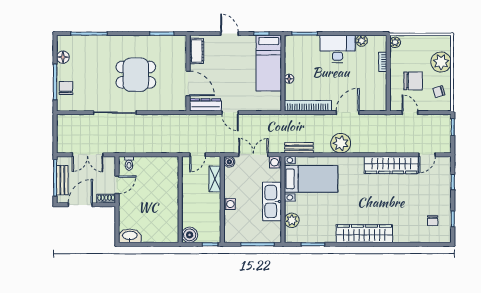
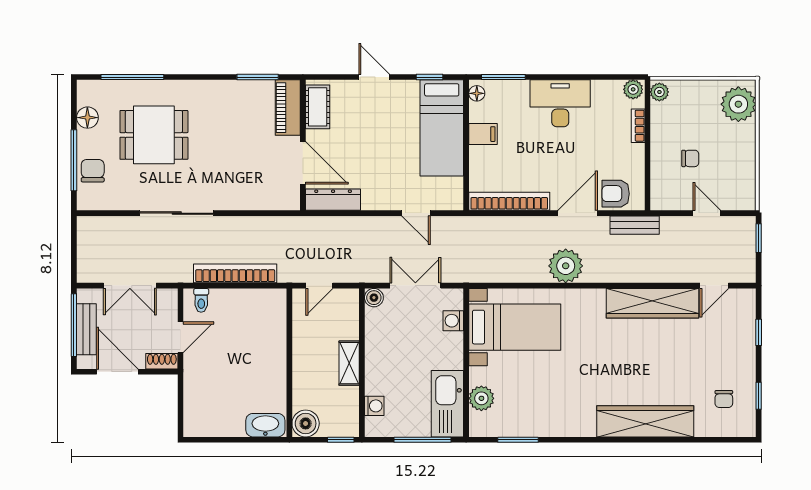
plant: (362, 41) -> (633, 89), moved
piano: (179, 51) -> (288, 108), added
plant: (441, 62) -> (738, 104), moved
filing cabinet: (293, 67) -> (483, 134), added
dining table: (136, 75) -> (154, 135), moved
floor lamp: (289, 79) -> (477, 93), moved
chair: (413, 81) -> (690, 158), width x0.54, depth x0.54
chair: (439, 92) -> (735, 177), removed
armchair: (370, 101) -> (616, 194), added
door: (230, 113) -> (416, 213), moved
door: (410, 113) -> (707, 213), moved
bookcase: (149, 148) -> (235, 273), added
bench: (299, 148) -> (635, 225), moved
washing machine: (275, 162) -> (453, 321), moved
shelving: (215, 179) -> (349, 363), moved
kitchen sink: (272, 201) -> (447, 404), moved
washing machine: (229, 204) -> (374, 406), moved
door: (80, 205) -> (117, 372), hinge flipped
wardrobe: (364, 234) -> (645, 421), moved
washbasin: (130, 236) -> (265, 425), moved

